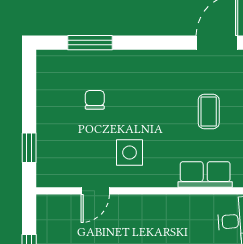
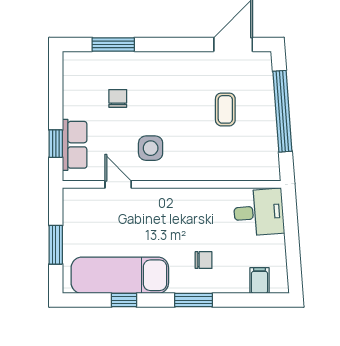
row of seats: (205, 174) -> (75, 145), moved, turned 90
door: (95, 191) -> (118, 184), swing flipped

